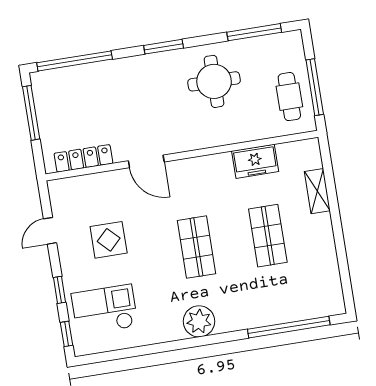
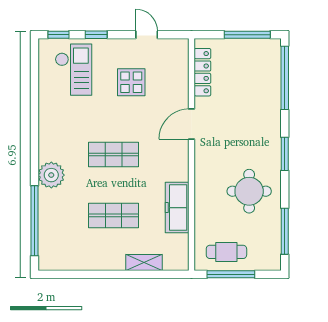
freezer: (255, 161) -> (177, 208), width x1.40
plant: (199, 321) -> (51, 175), moved

